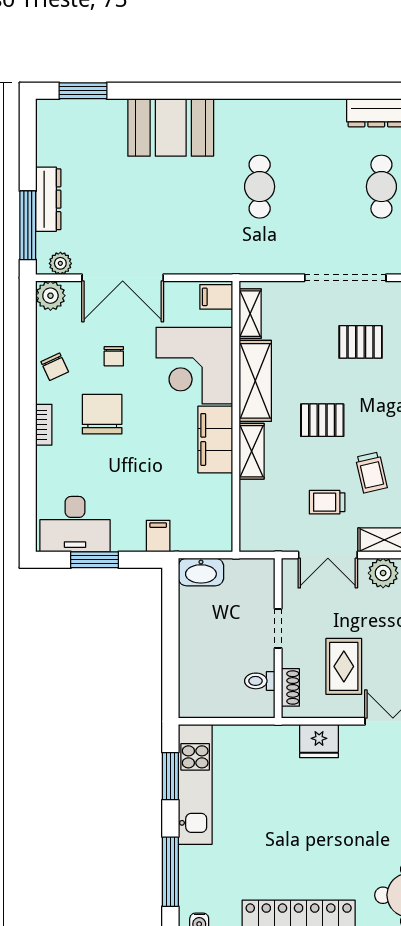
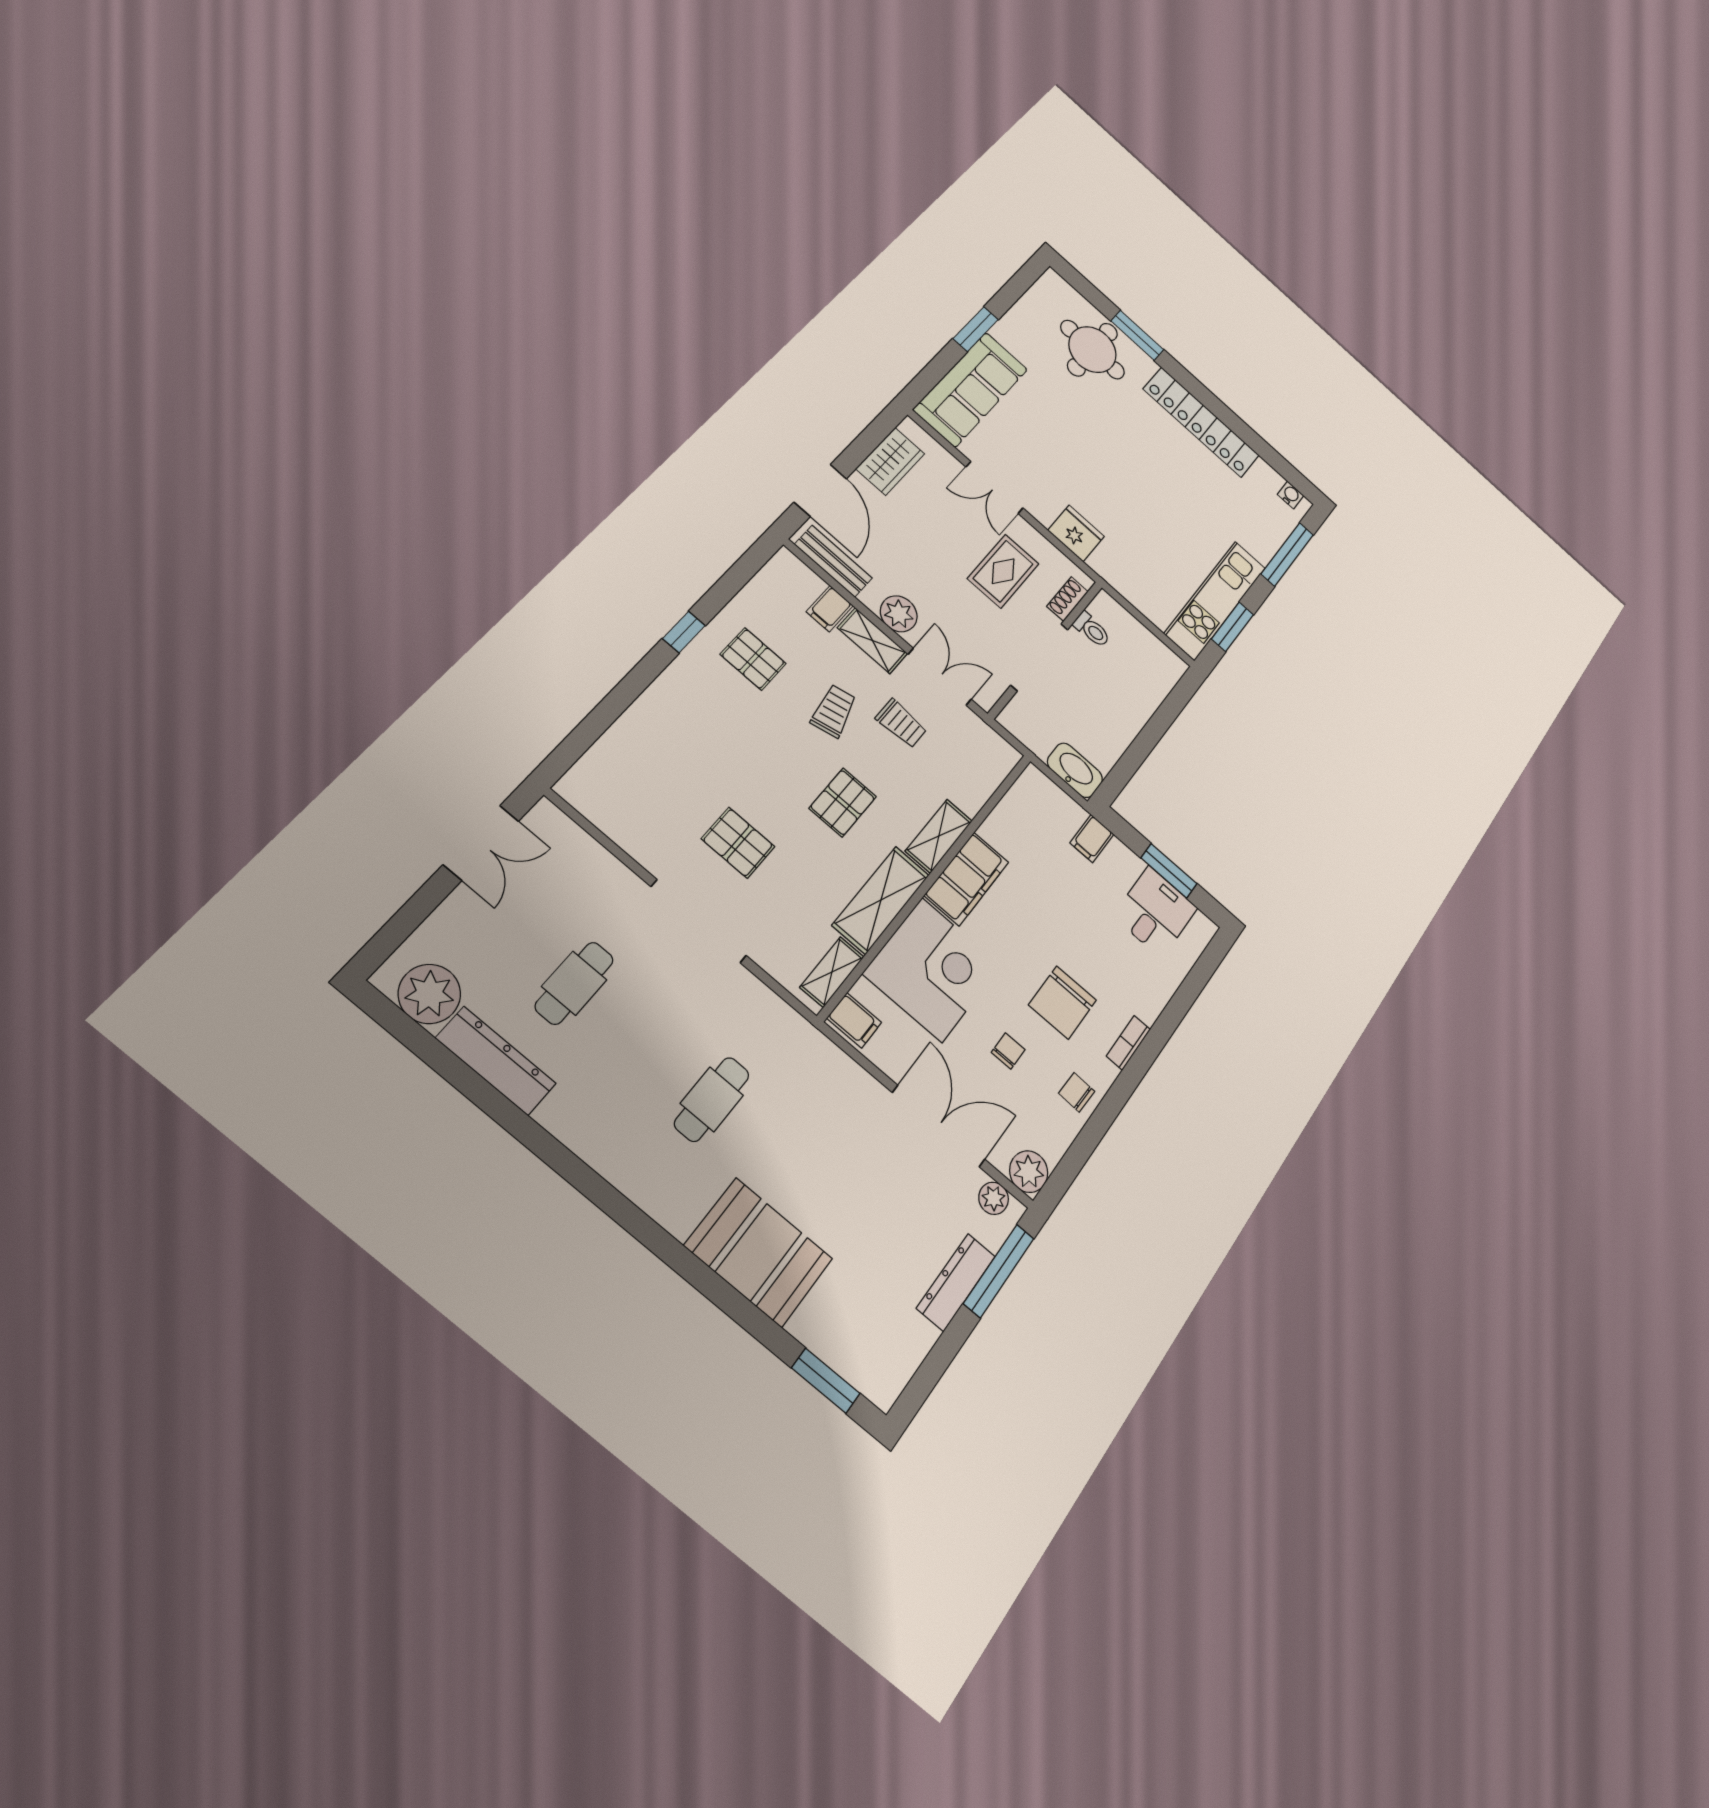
chair: (55, 367) -> (1077, 1092), turned -63
pallet: (322, 420) -> (843, 802), turned 90
desk: (75, 524) -> (1155, 912), width x0.73
doorway: (278, 628) -> (1039, 657), width x1.88

